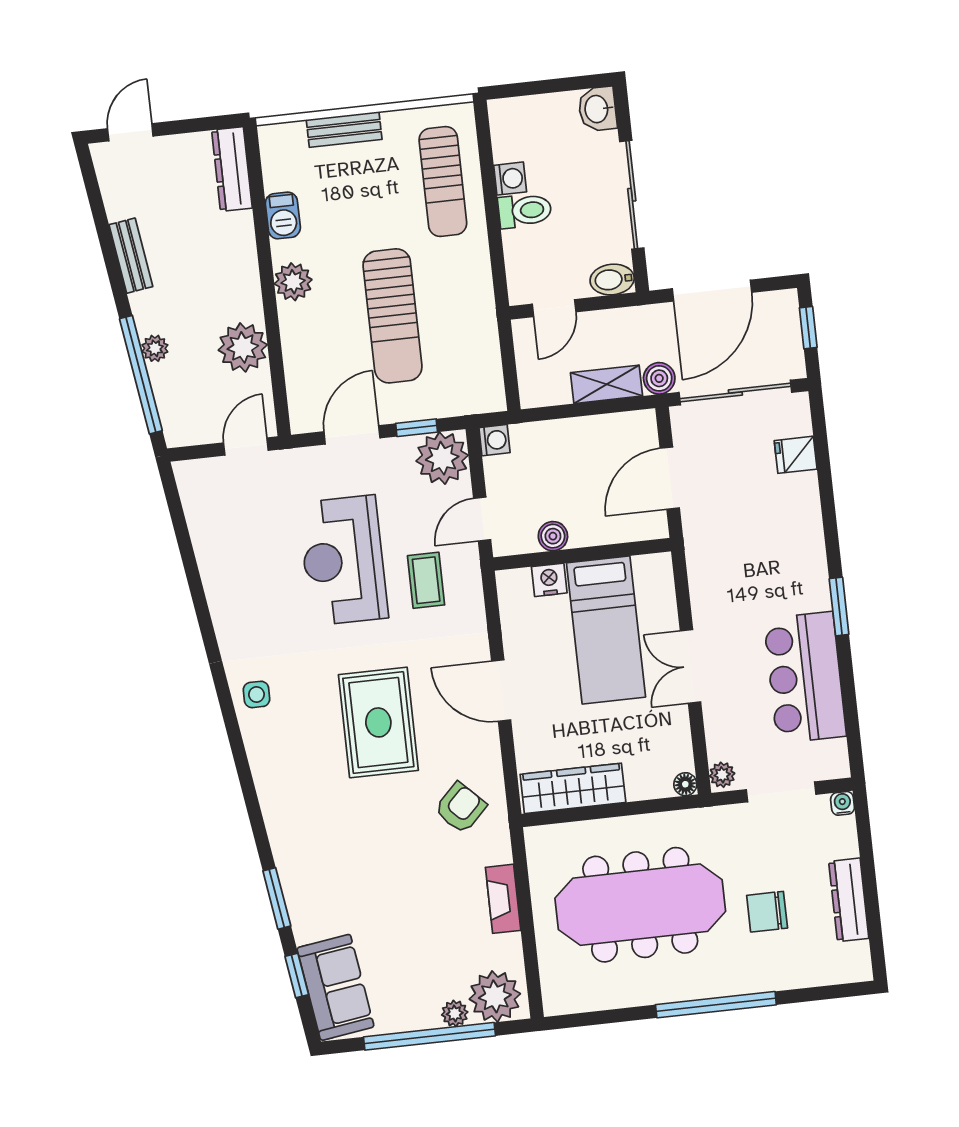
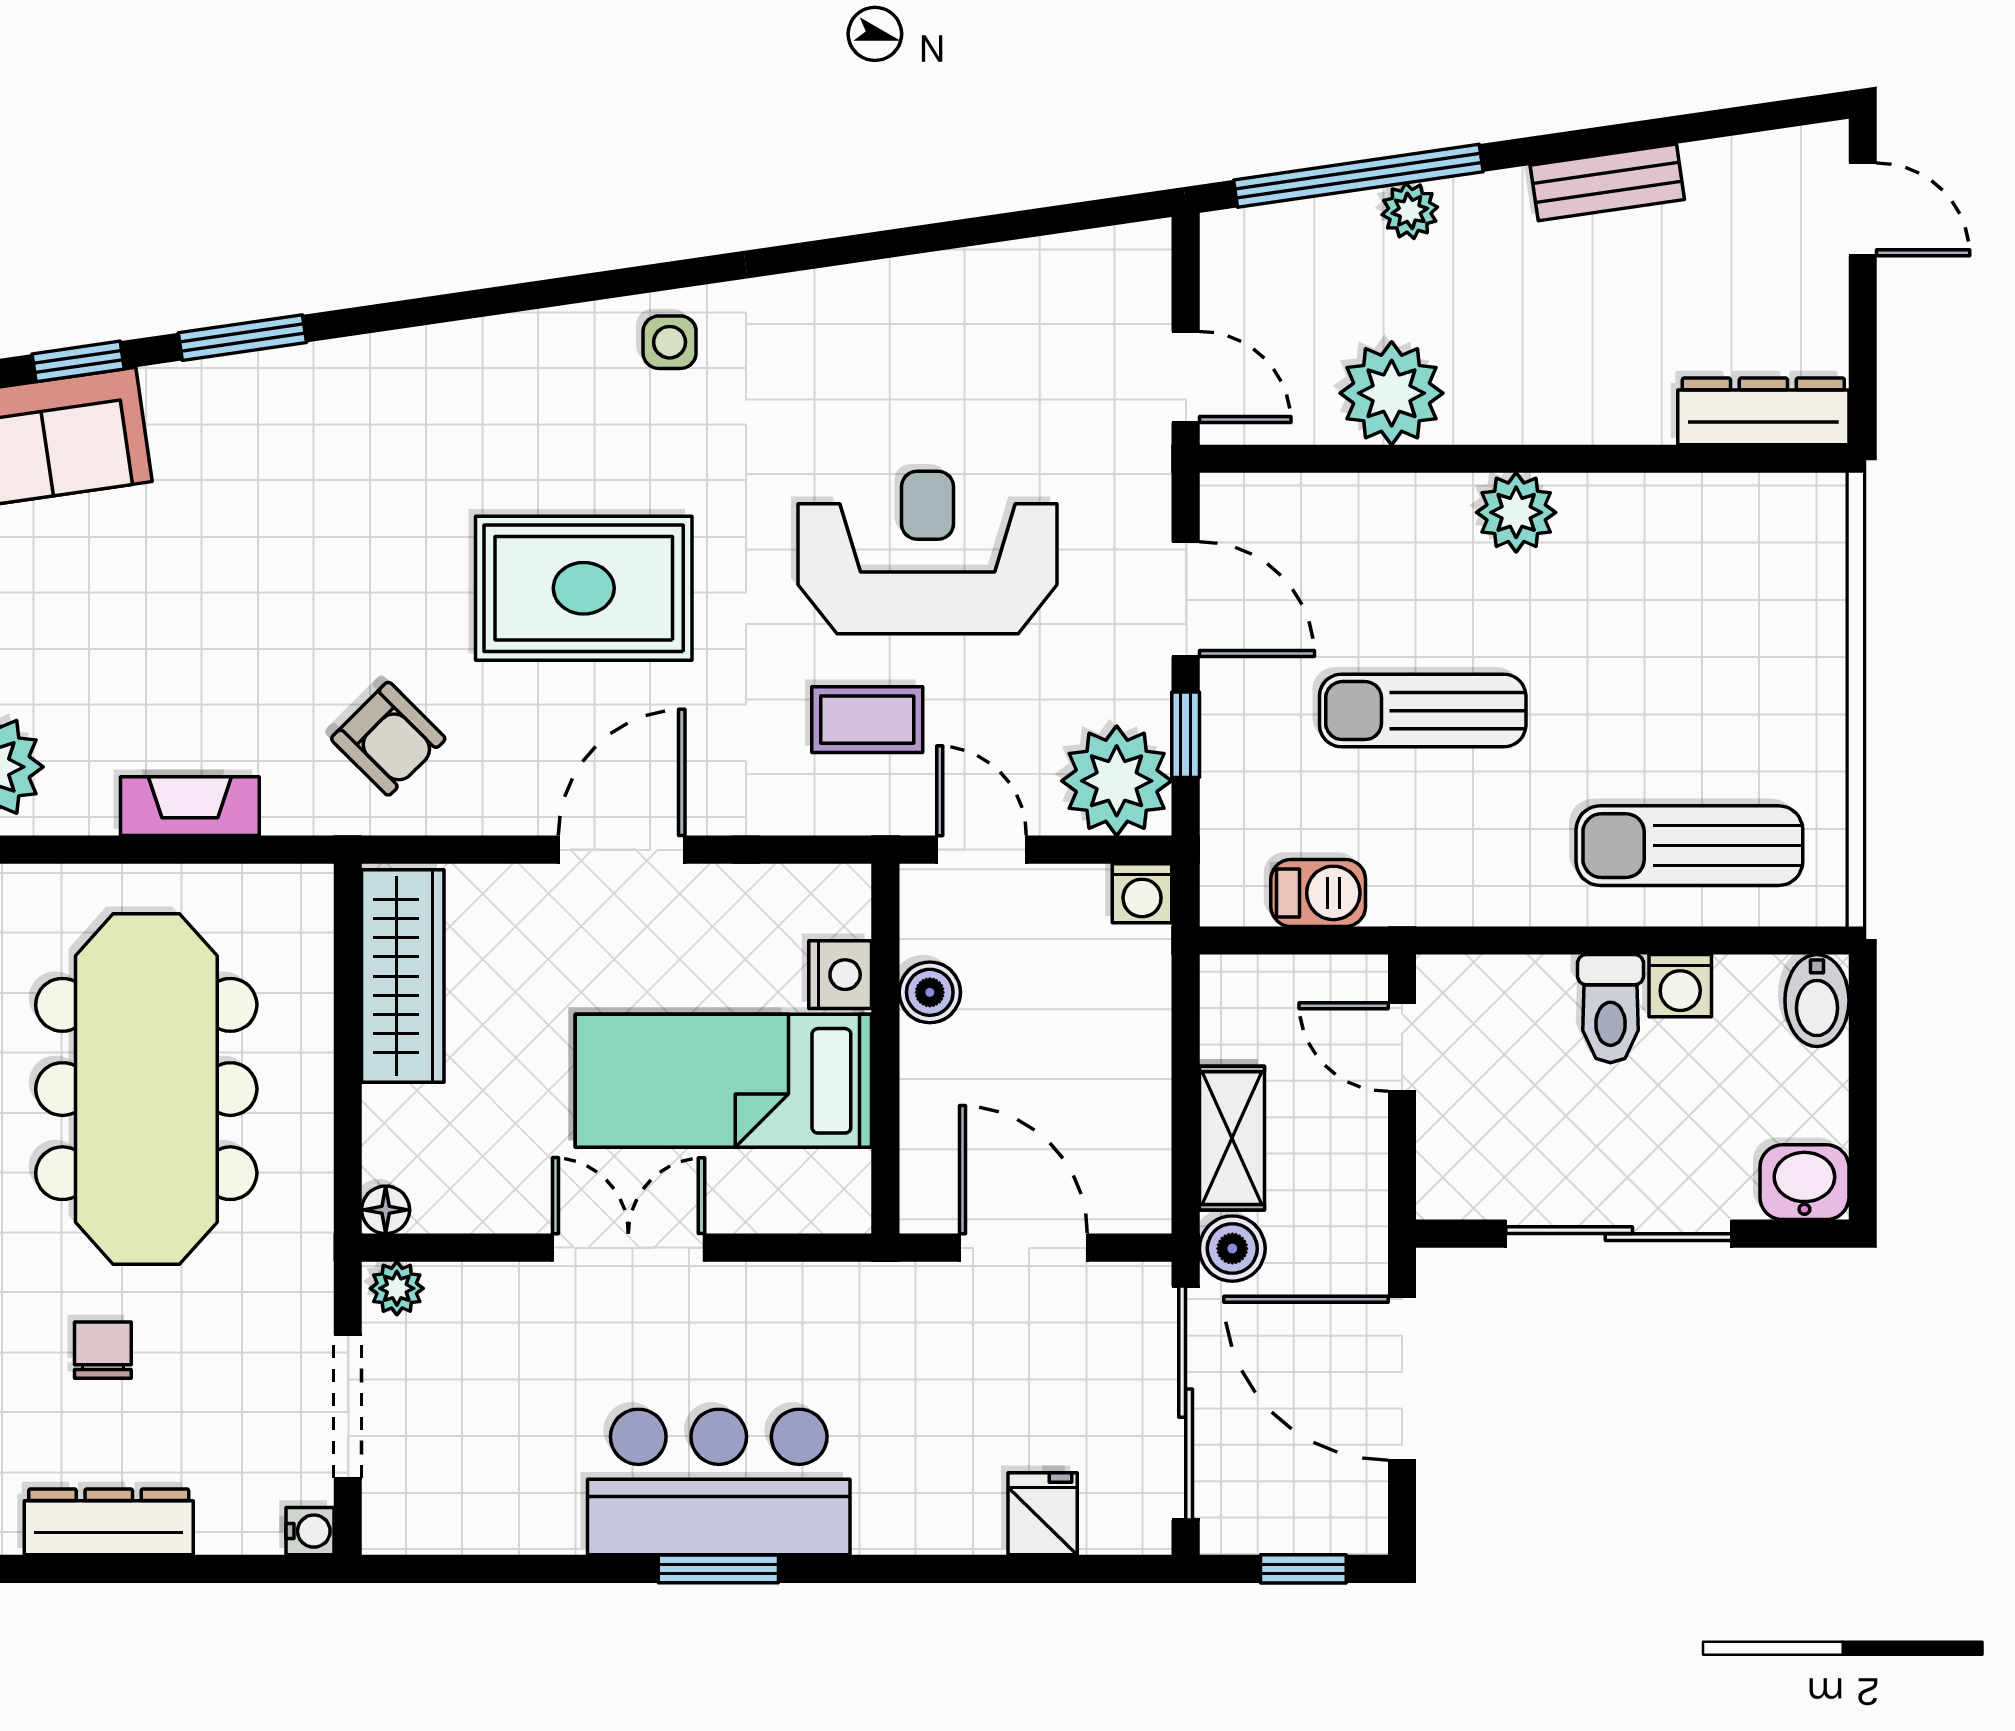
bench: (344, 130) -> (1820, 653), removed
barbecue: (283, 215) -> (1318, 893), moved, turned 180
bidet: (612, 279) -> (1817, 1001), moved, turned 180
sun lounger: (393, 316) -> (1423, 711), width x0.73, depth x0.75
bar counter: (805, 678) -> (719, 1482), moved
chair: (767, 912) -> (103, 1350), width x0.73, depth x0.73

